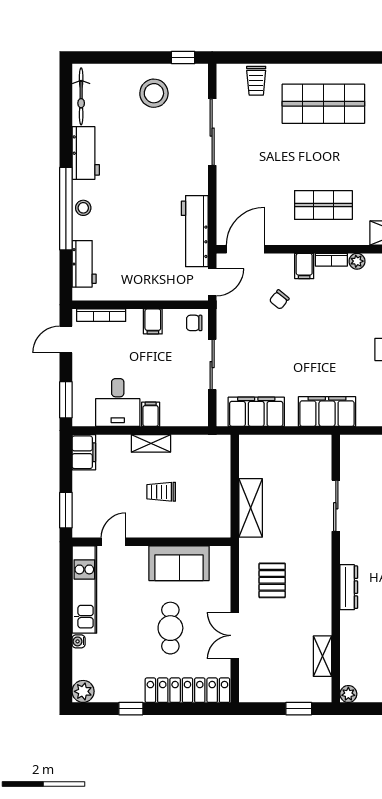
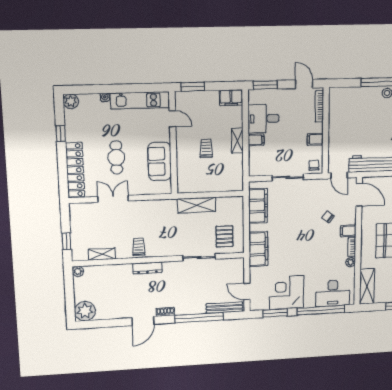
workbench: (84, 264) -> (352, 94), removed
pallet: (272, 580) -> (224, 236), moved, turned 90
trolley: (314, 599) -> (139, 247), added
cafe table: (170, 628) -> (116, 157), turned 90

